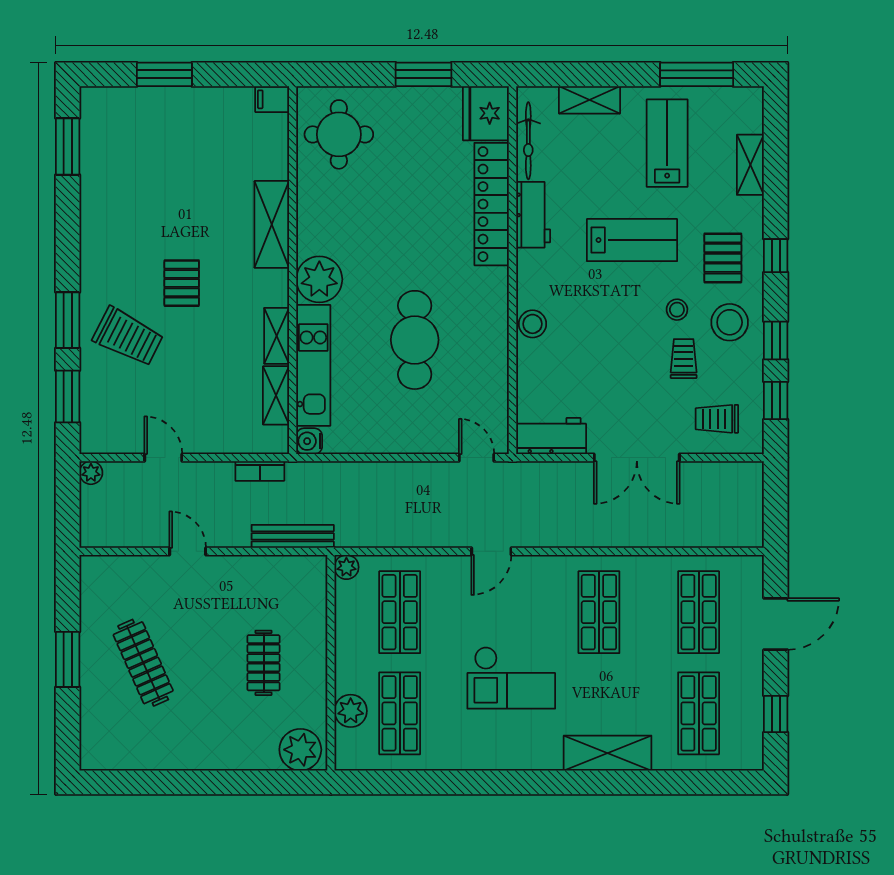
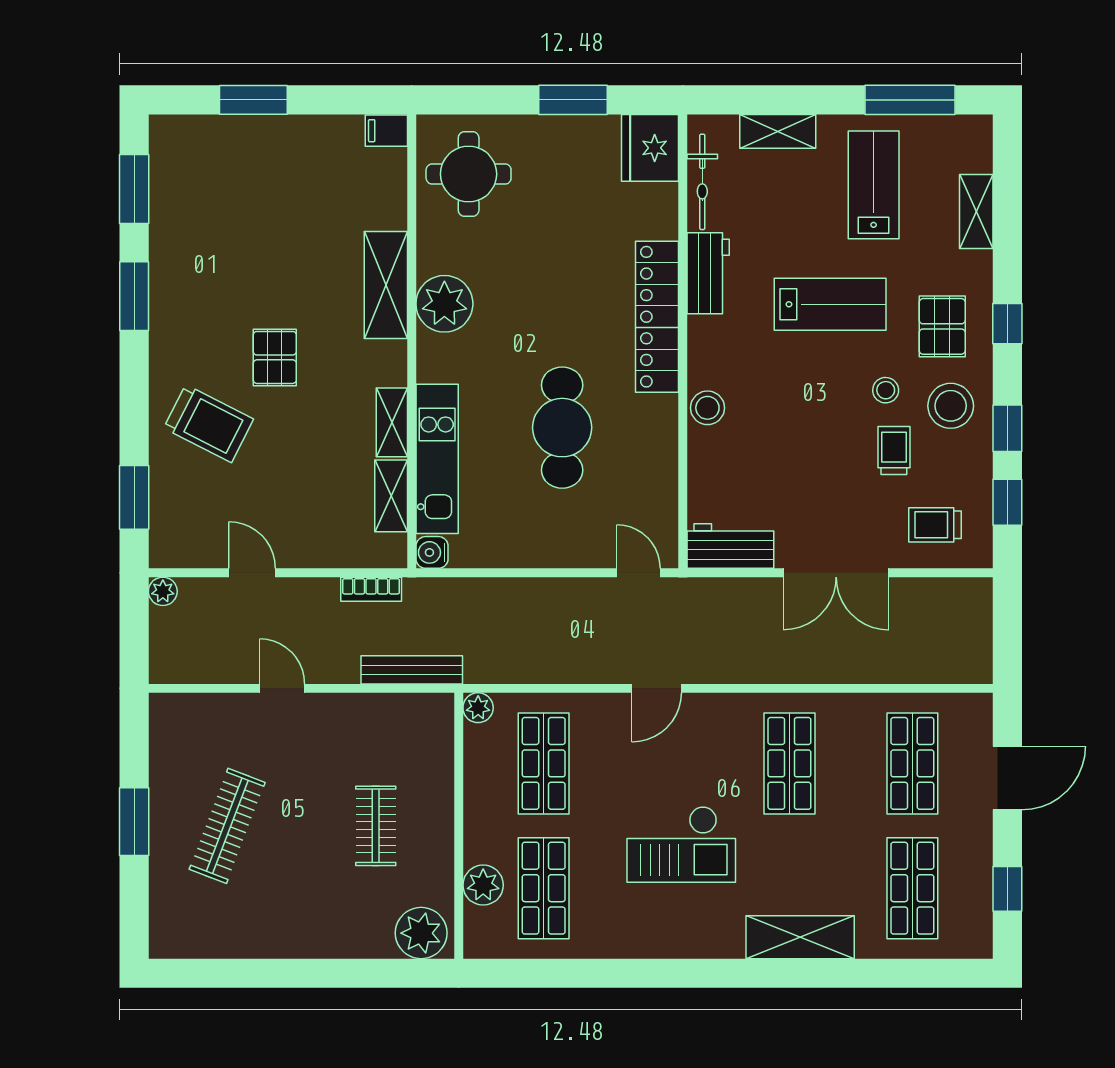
locker: (492, 204) -> (657, 317), moved
plant: (319, 279) -> (444, 304), moved
window: (68, 320) -> (134, 296), moved
clothes rail: (143, 663) -> (227, 826), turned 45

